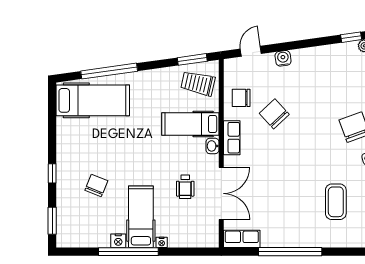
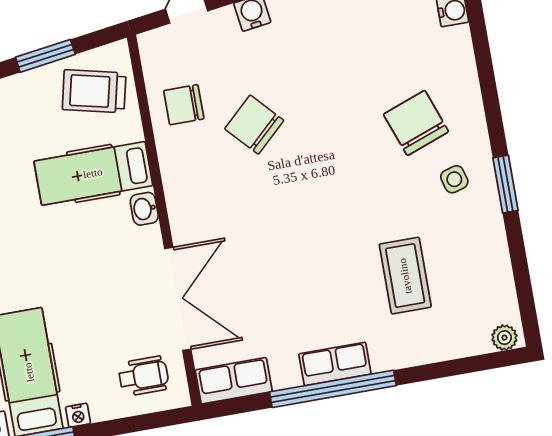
window: (192, 59) -> (45, 56), moved
row of seats: (232, 138) -> (335, 364), moved, turned -90
wheelchair: (185, 187) -> (144, 376), moved, turned -90

